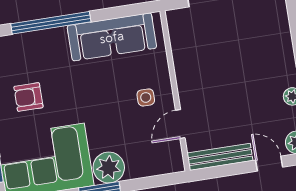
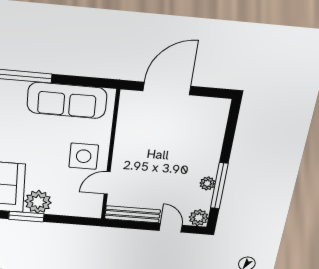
side table: (146, 97) -> (84, 156), width x1.87, depth x1.87

